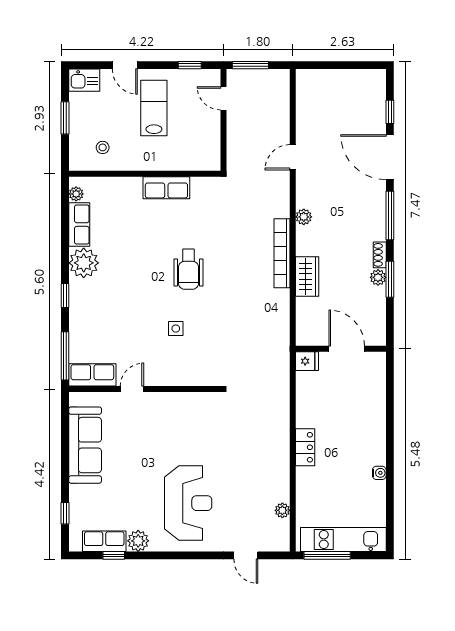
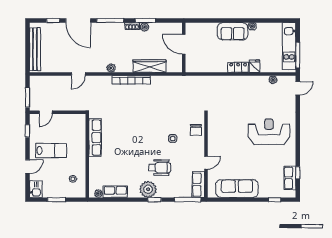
bench: (338, 79) -> (35, 49), added
lab bench: (154, 108) -> (51, 151), turned 180
door: (293, 157) -> (78, 74), hinge flipped
door: (390, 157) -> (78, 20), hinge flipped
row of seats: (166, 188) -> (95, 138), width x1.48
plant: (84, 263) -> (148, 189), moved
wheelchair: (189, 269) -> (160, 168), moved
wardrobe: (307, 276) -> (149, 66), width x1.50
door: (347, 349) -> (184, 44), hinge flipped
fridge: (307, 361) -> (255, 66), moved
chair: (191, 371) -> (196, 130), added
door: (132, 389) -> (206, 163), swing flipped
sofa: (370, 437) -> (233, 31), added
plant: (138, 541) -> (290, 159), removed
door: (246, 555) -> (298, 88), moved

